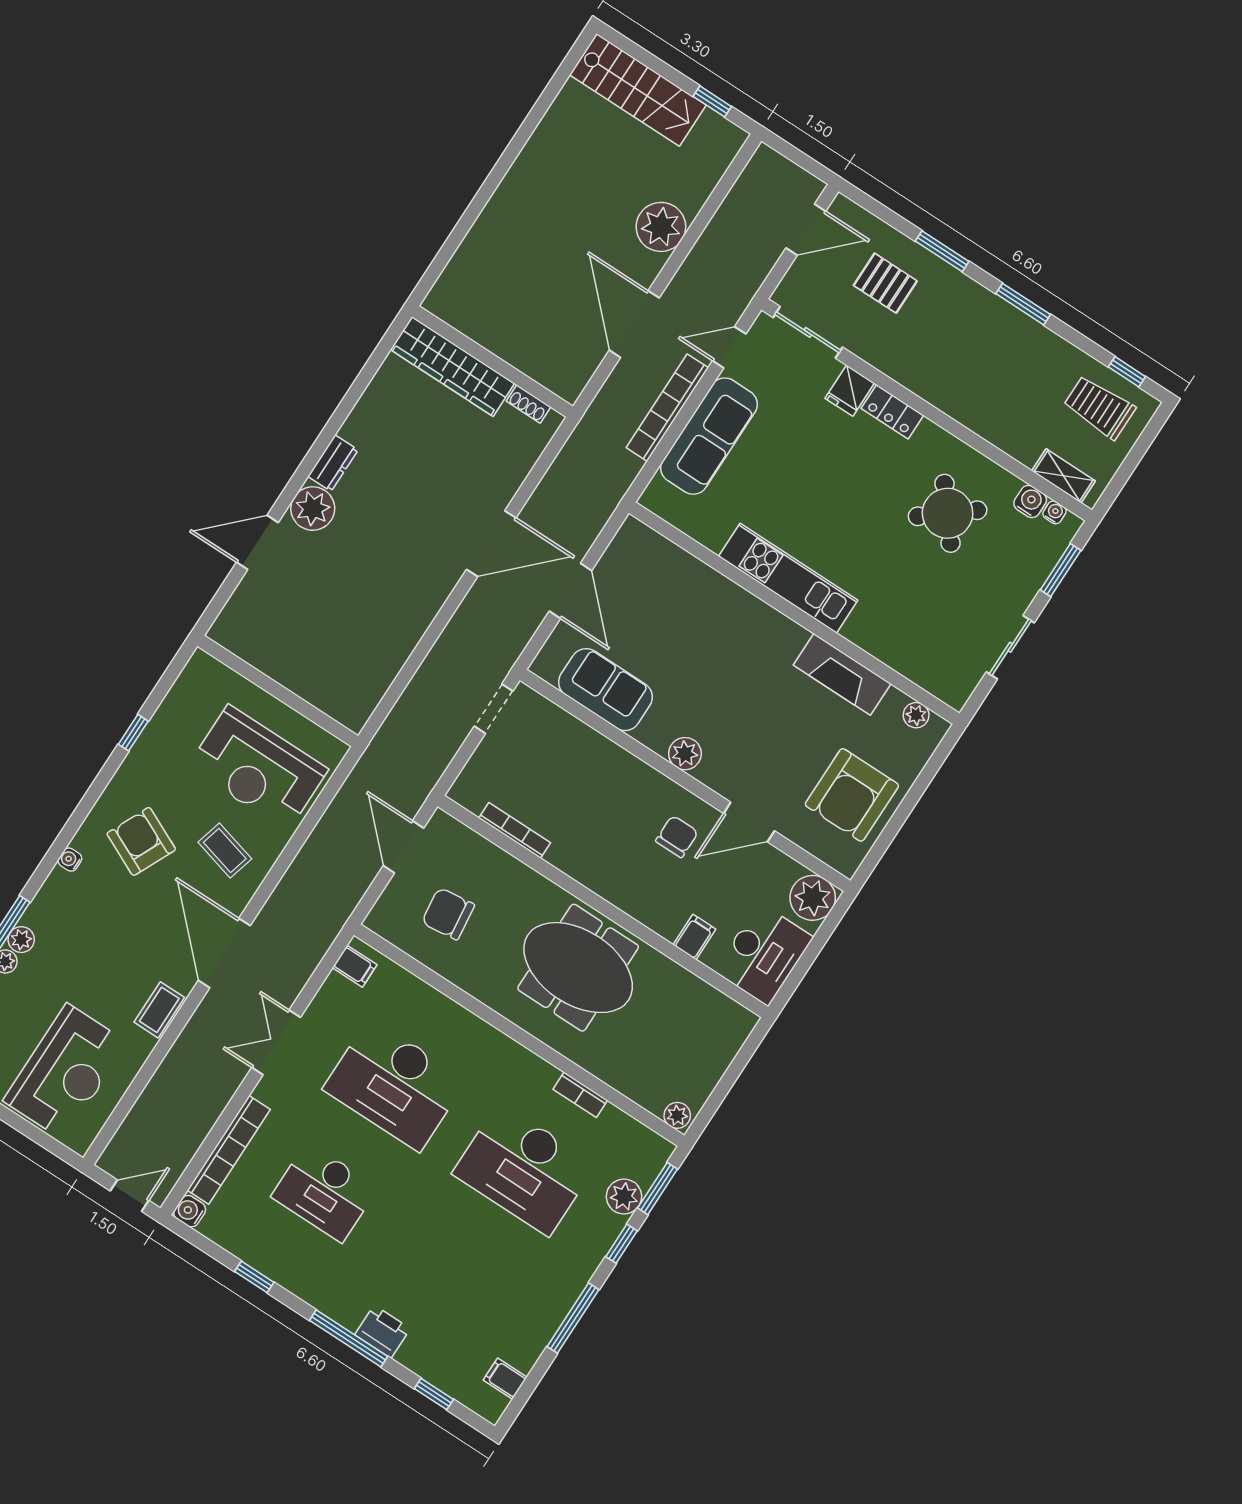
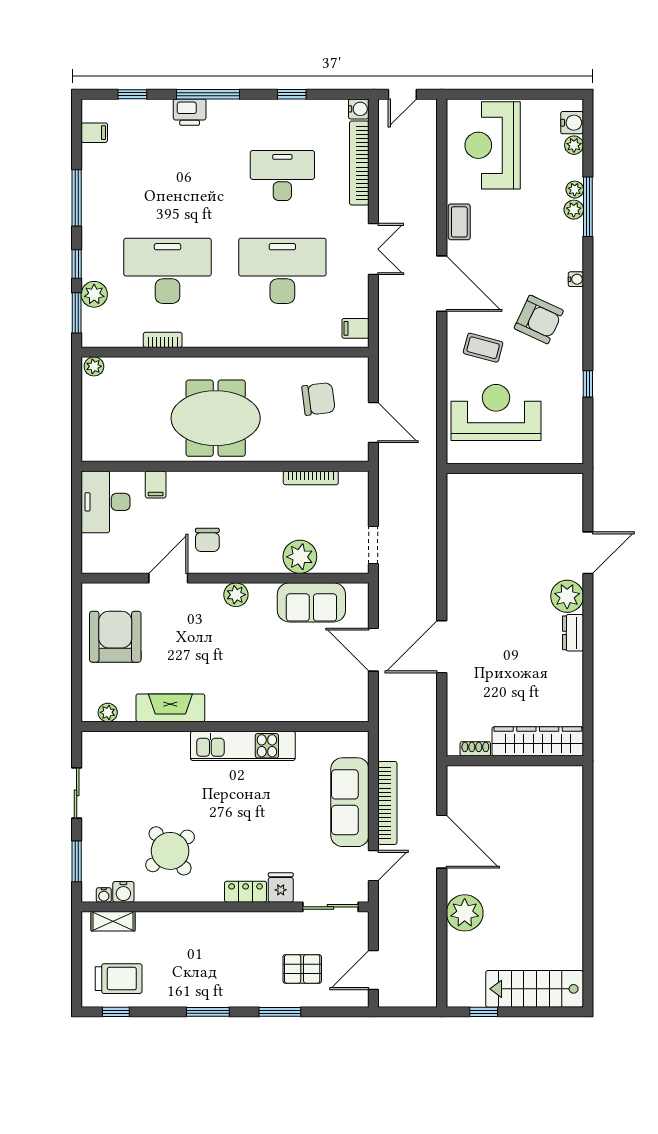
plant: (813, 898) -> (300, 557), moved

